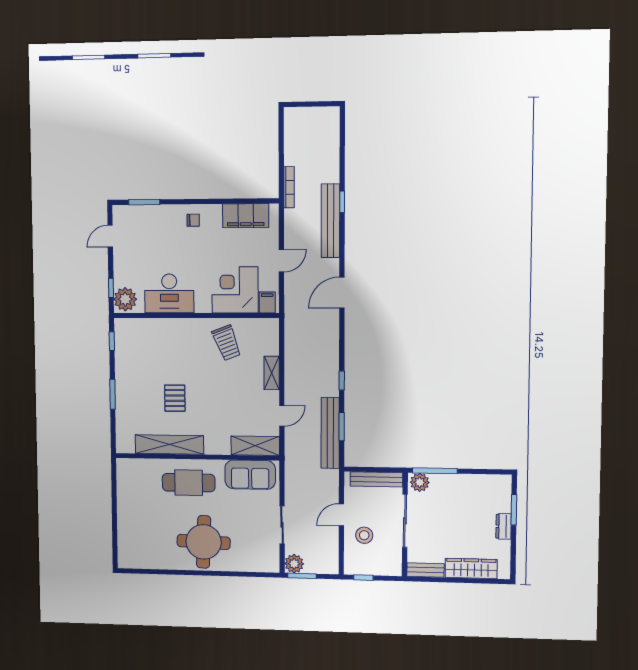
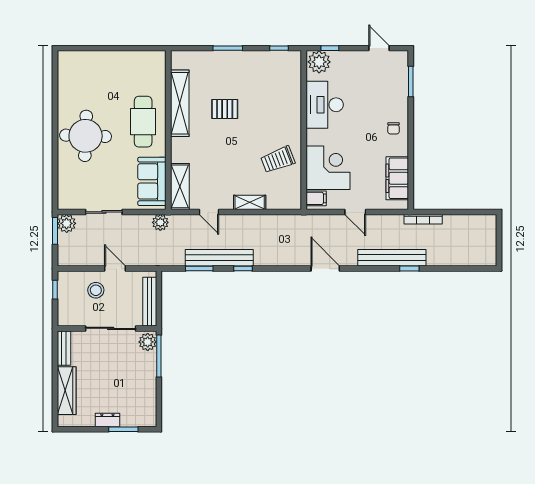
bench: (330, 433) -> (219, 258), moved
plant: (293, 467) -> (160, 222), added

